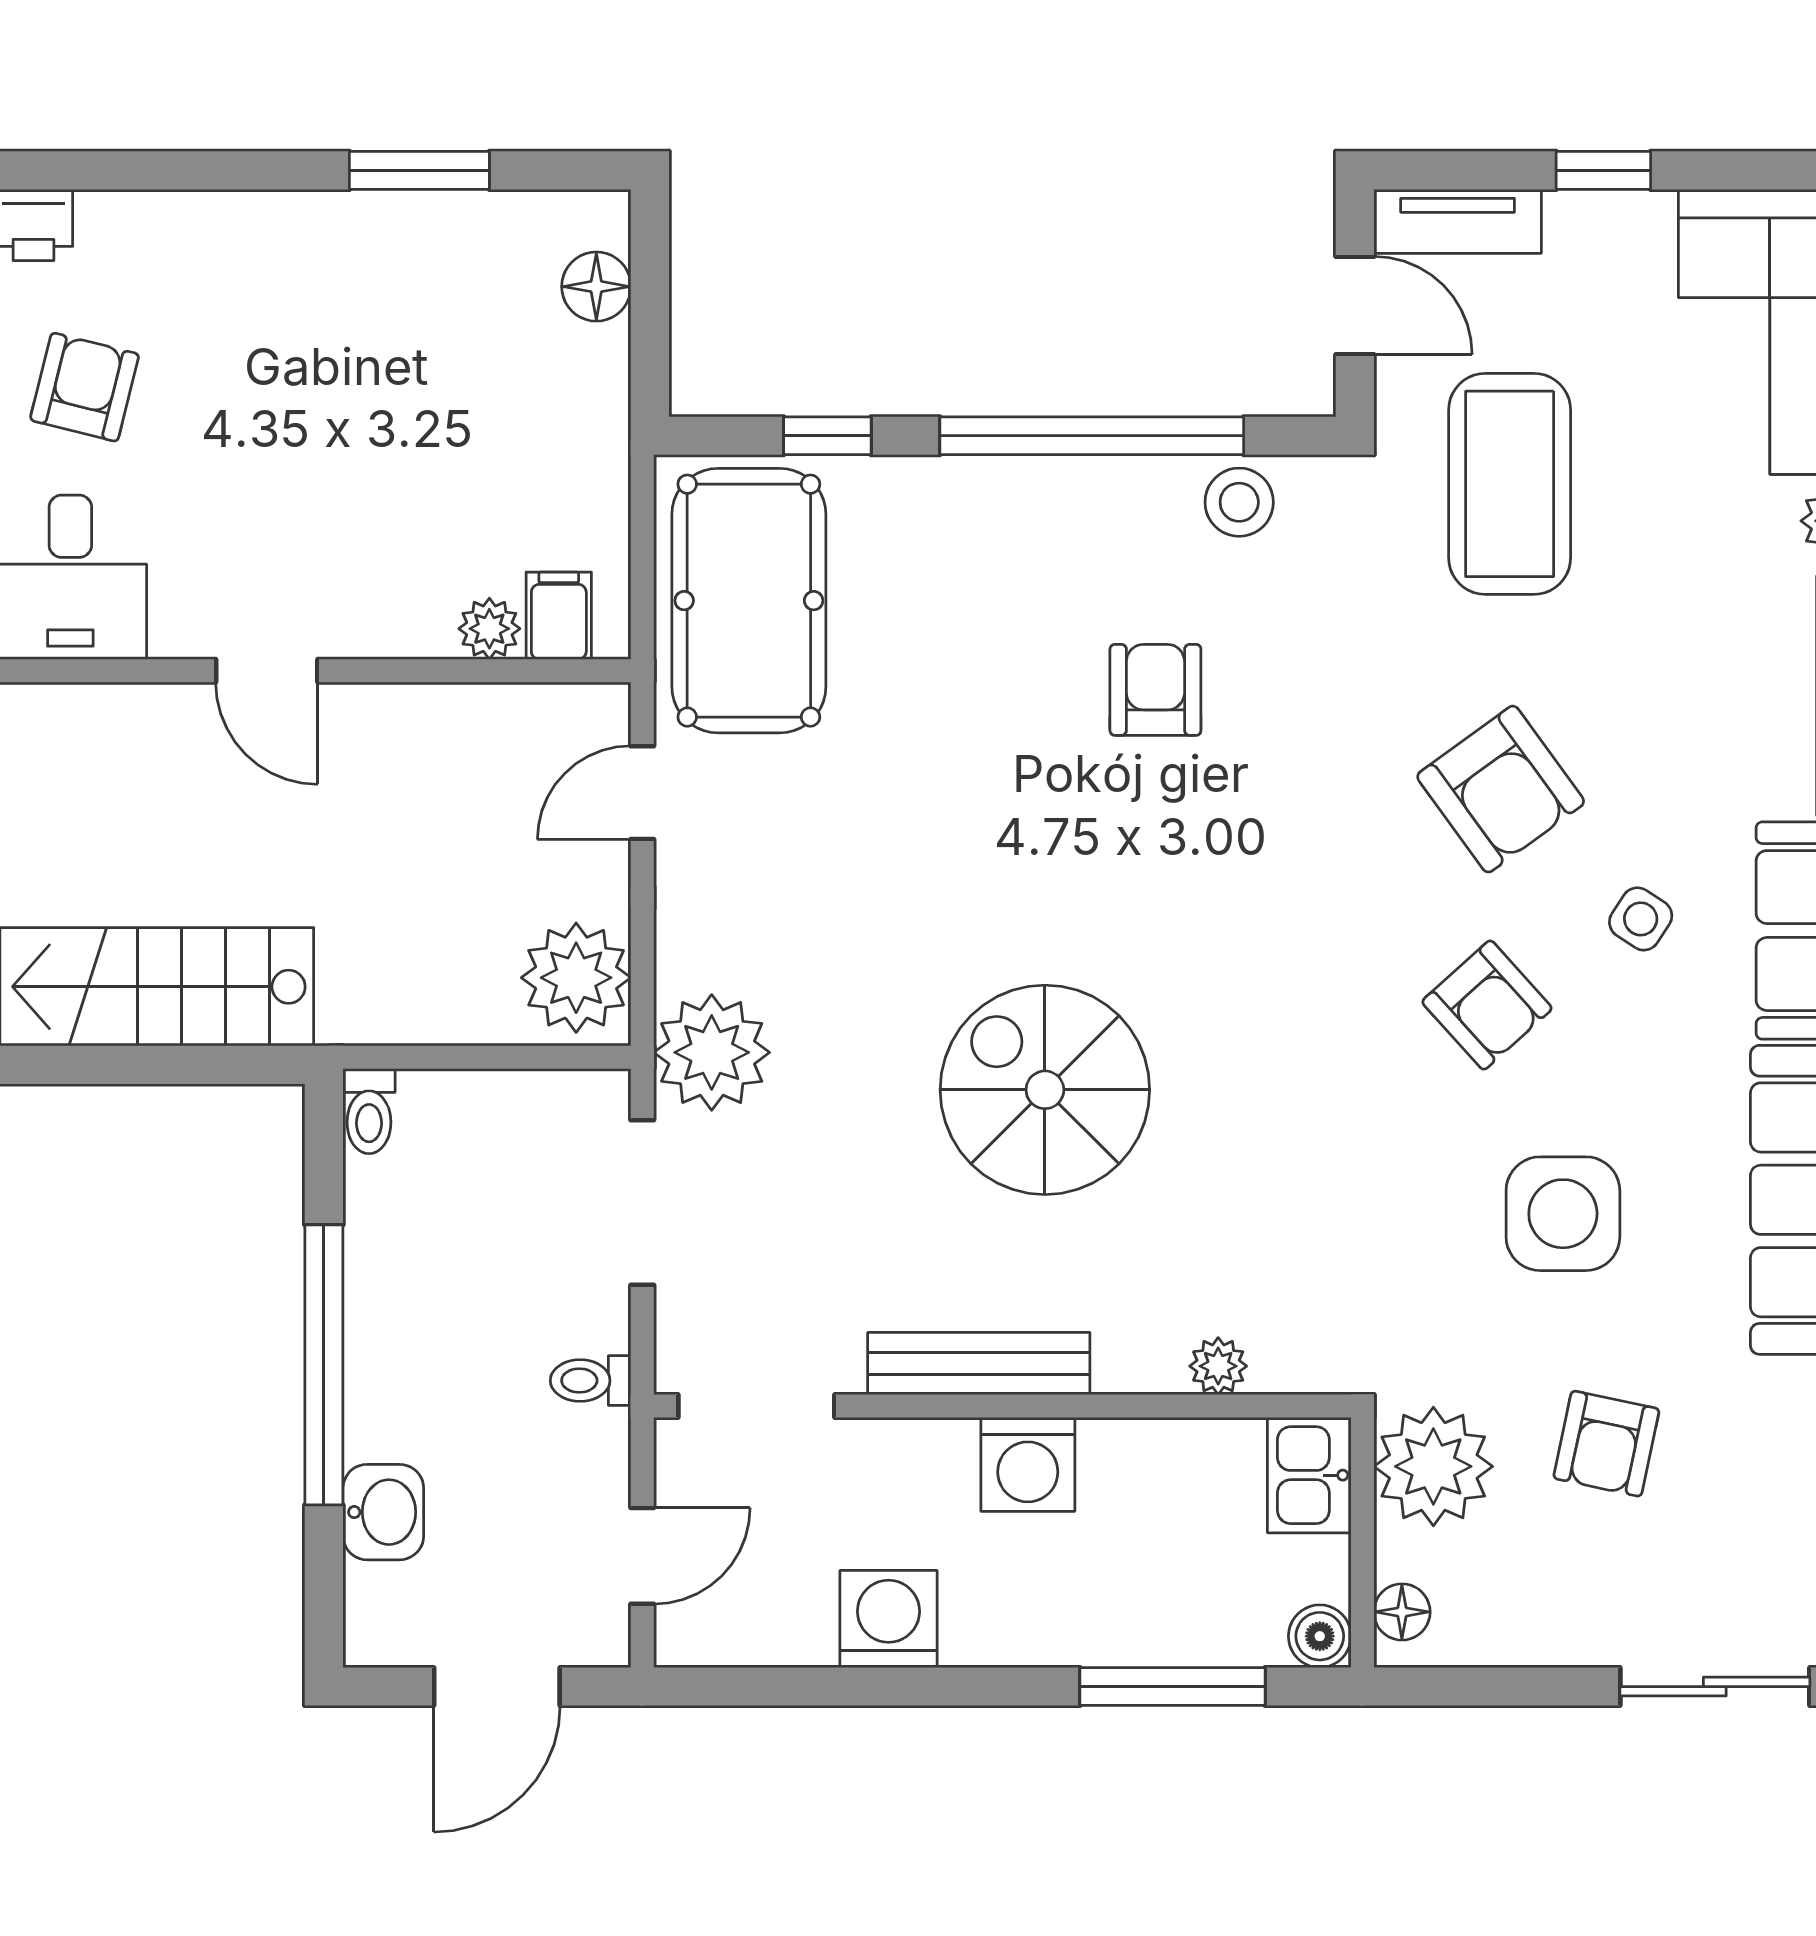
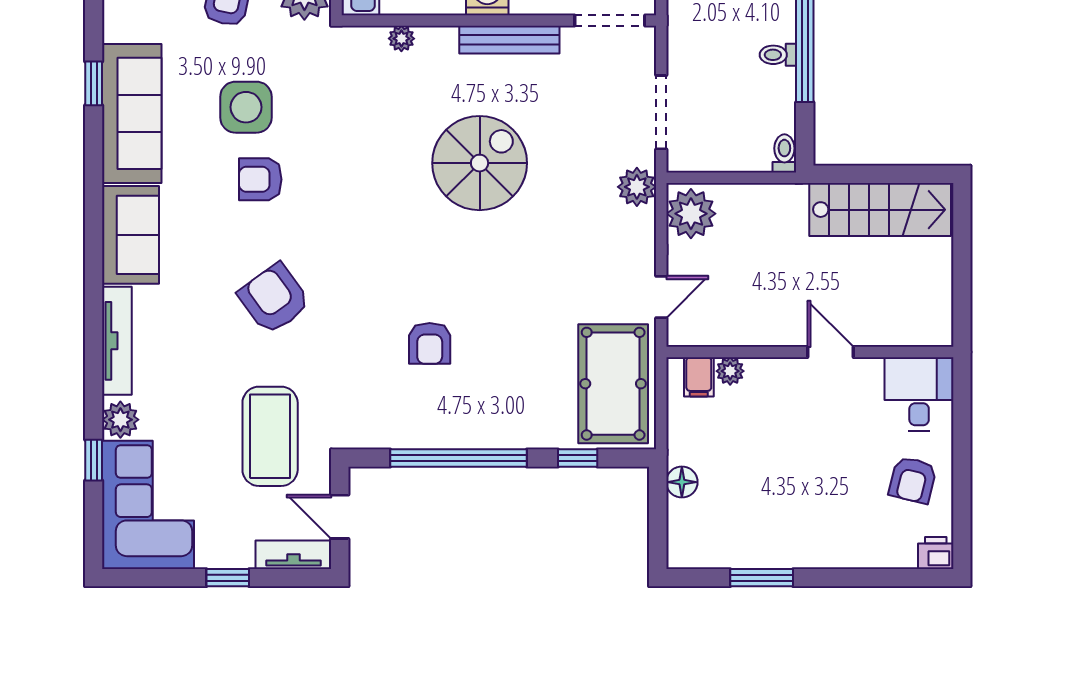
floor lamp: (596, 287) -> (682, 482), moved
stool: (1239, 502) -> (392, 428), removed
side table: (1641, 919) -> (211, 240), removed
armchair: (1487, 1005) -> (260, 179), moved, turned -48
plant: (712, 1052) -> (637, 187), width x0.73, depth x0.73
spiral stairs: (1045, 1090) -> (480, 163), turned -90
toilet: (591, 1381) -> (778, 55), moved, turned 180

